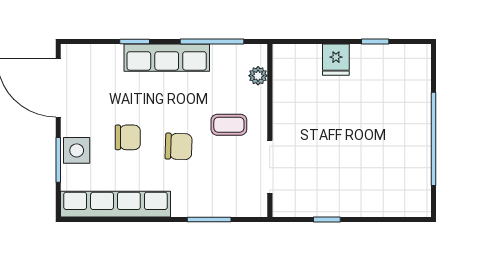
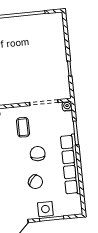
chair: (128, 137) -> (35, 182), turned 128
row of seats: (115, 204) -> (71, 164), moved
water cooler: (259, 208) -> (67, 106), added

